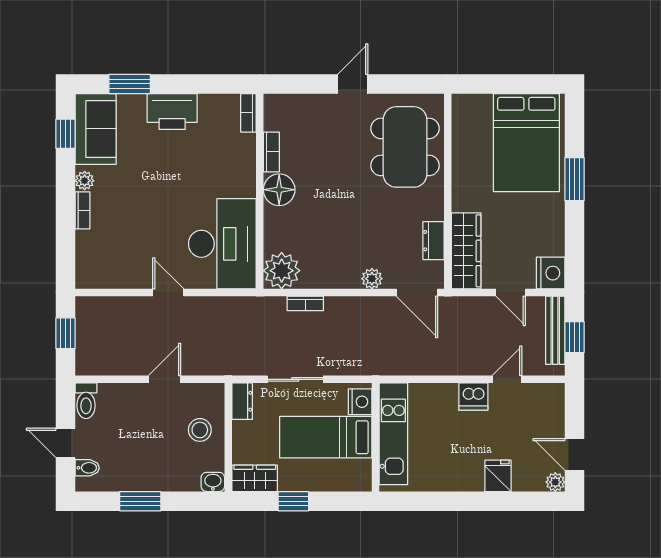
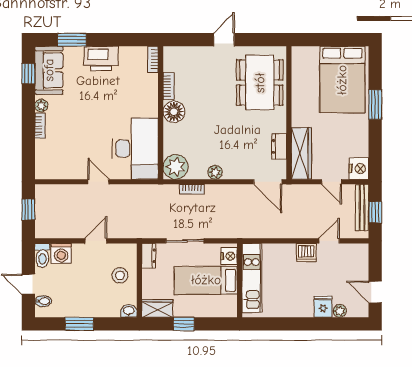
plant: (372, 279) -> (215, 172), moved
washing machine: (114, 398) -> (61, 253), added
plant: (555, 482) -> (340, 311), moved

